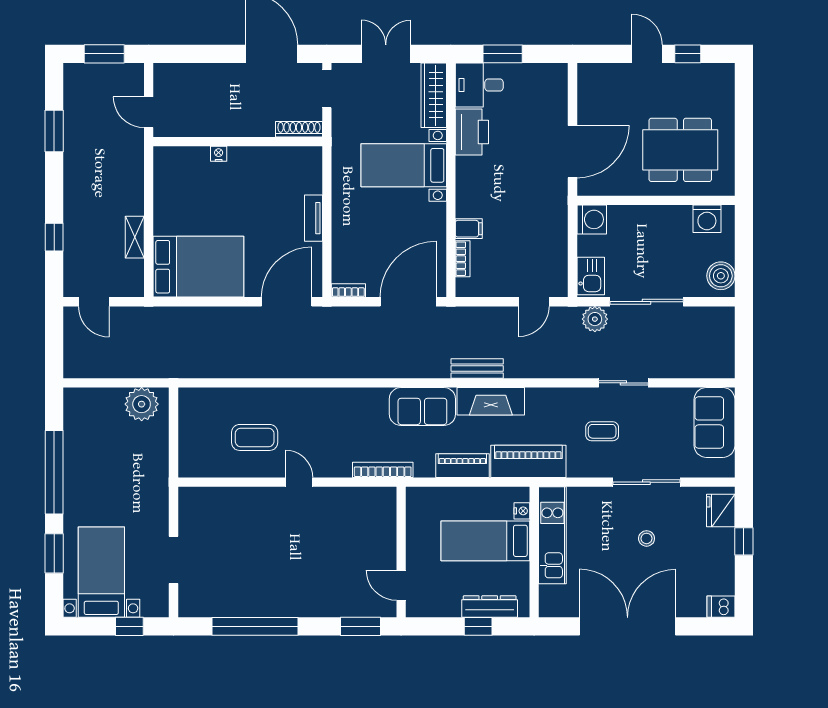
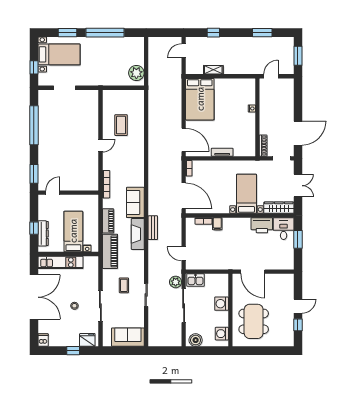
washing machine: (592, 219) -> (222, 304), moved, turned 90
kitchen unit: (552, 535) -> (60, 262), moved

